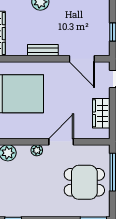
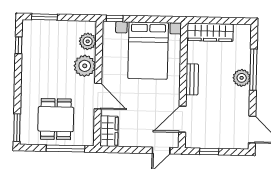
wardrobe: (101, 113) -> (109, 131), moved, turned 90
plant: (37, 150) -> (85, 66), width x1.88, depth x1.88

